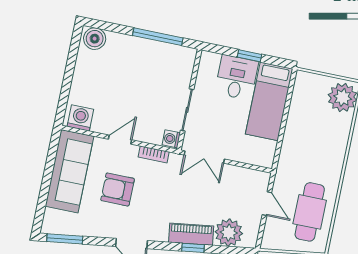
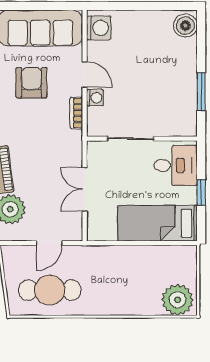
window: (158, 37) -> (201, 92), width x0.69
desk: (237, 77) -> (176, 165), moved
washing machine: (171, 139) -> (95, 98), moved, turned 90
double door: (204, 157) -> (85, 189), moved

